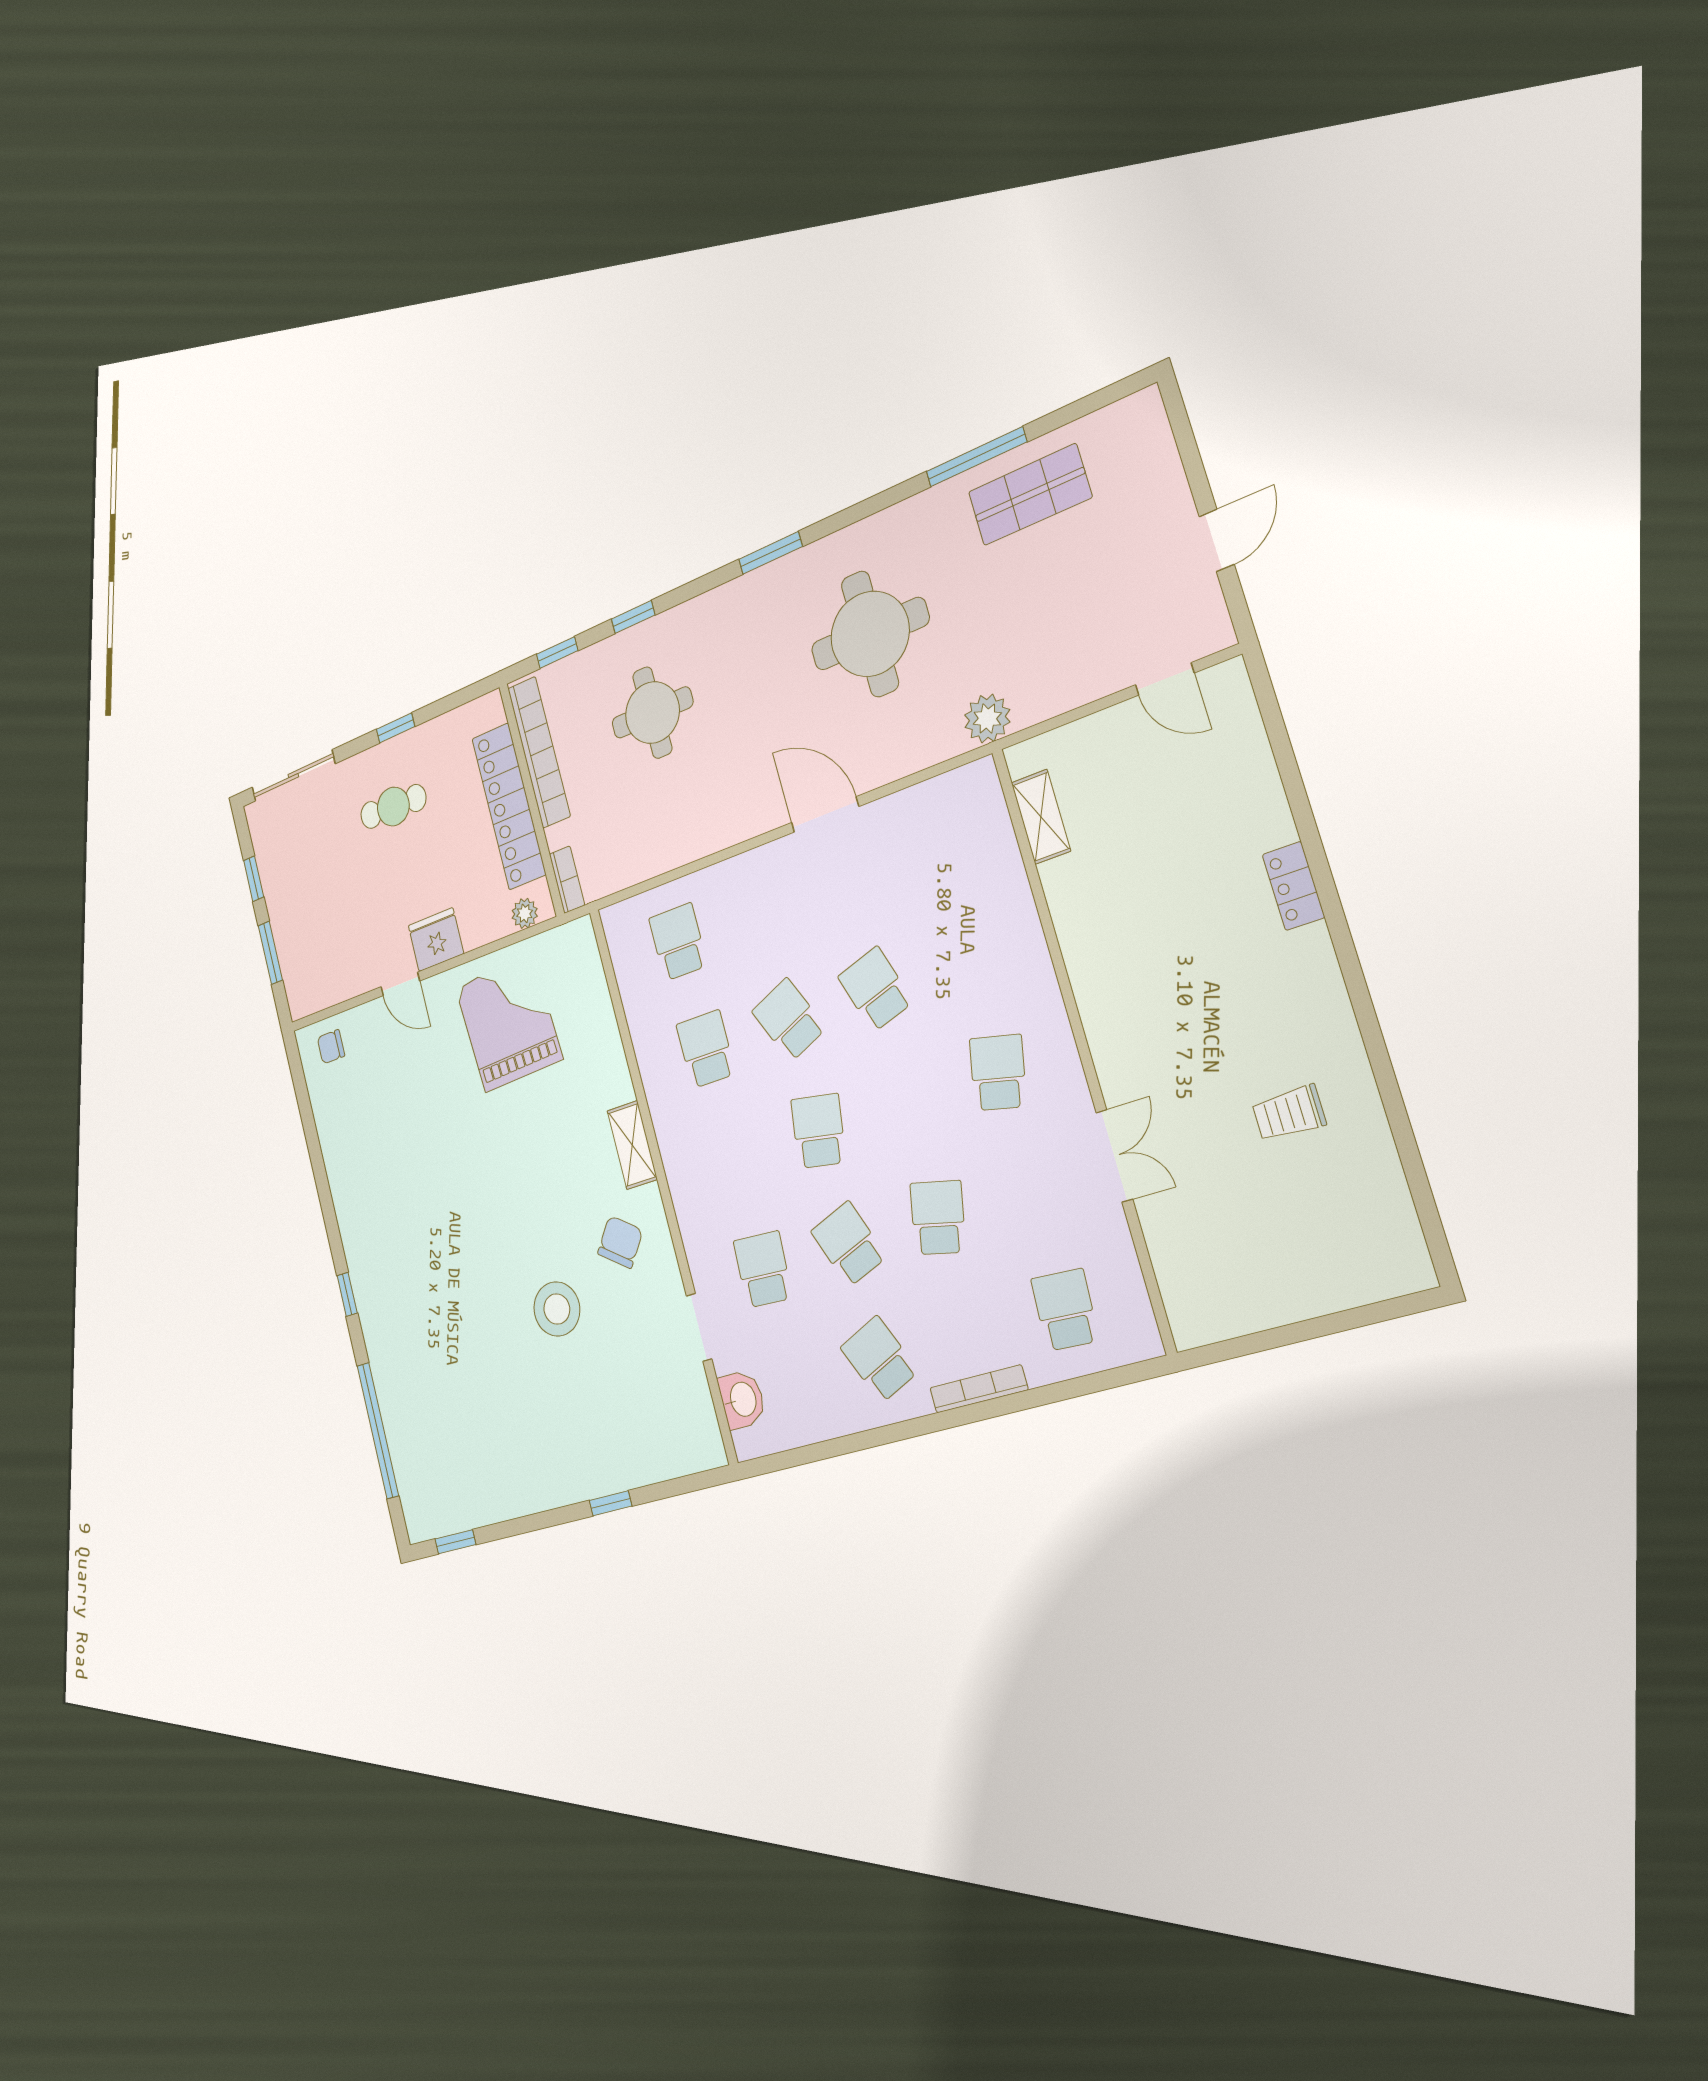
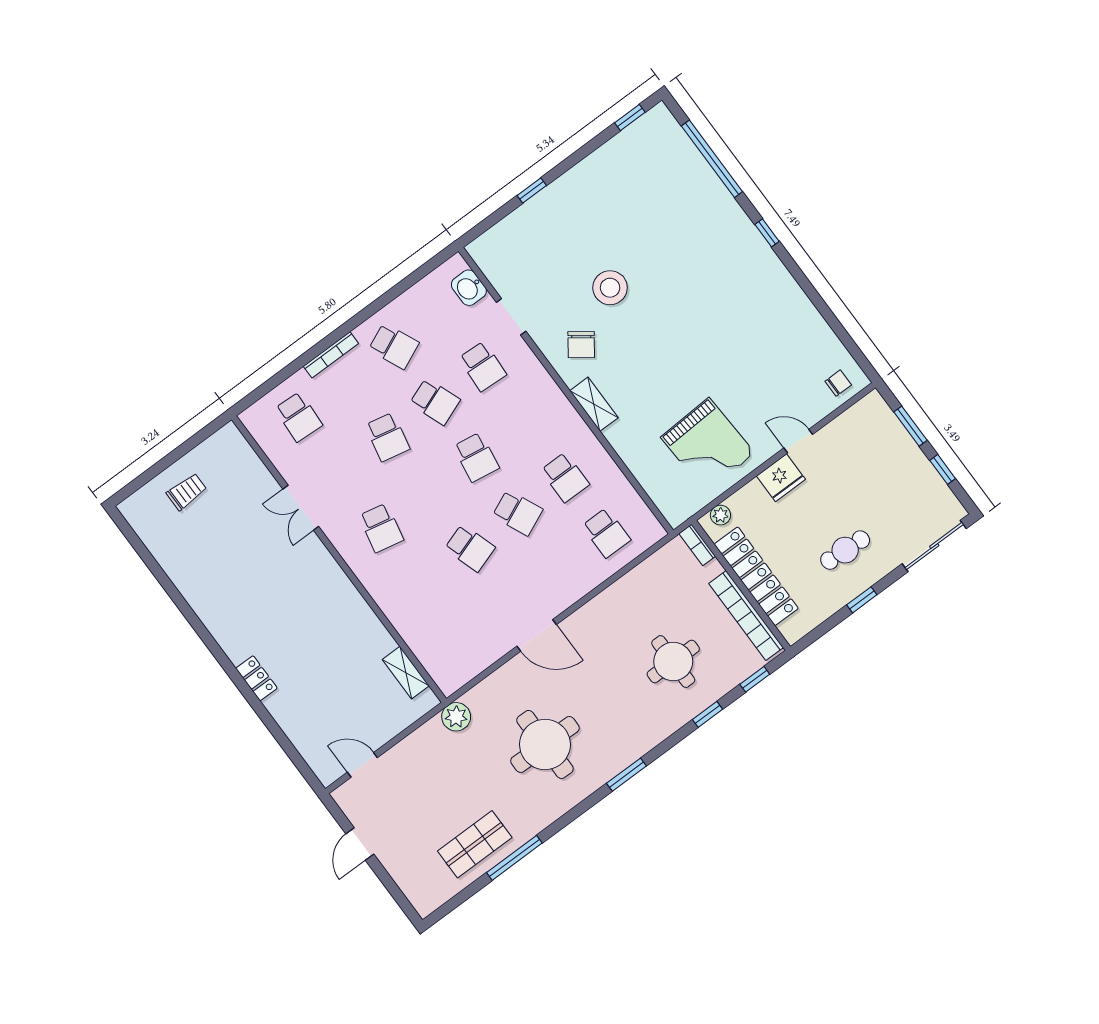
trolley: (1289, 1113) -> (187, 492), moved

